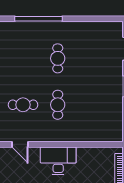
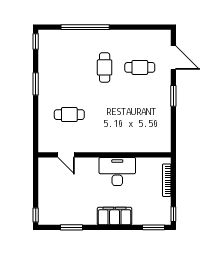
cafe table: (58, 105) -> (140, 67), moved, turned 90
desk: (58, 161) -> (117, 172), moved

